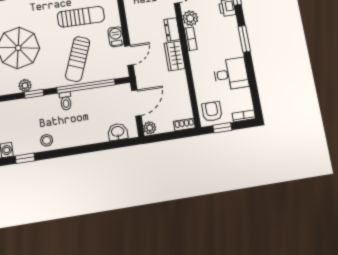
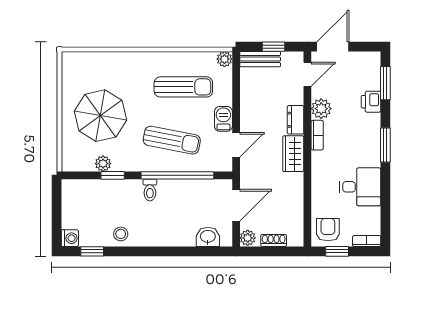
sun lounger: (78, 59) -> (172, 140), turned -100
shoe rack: (184, 125) -> (274, 240), moved

